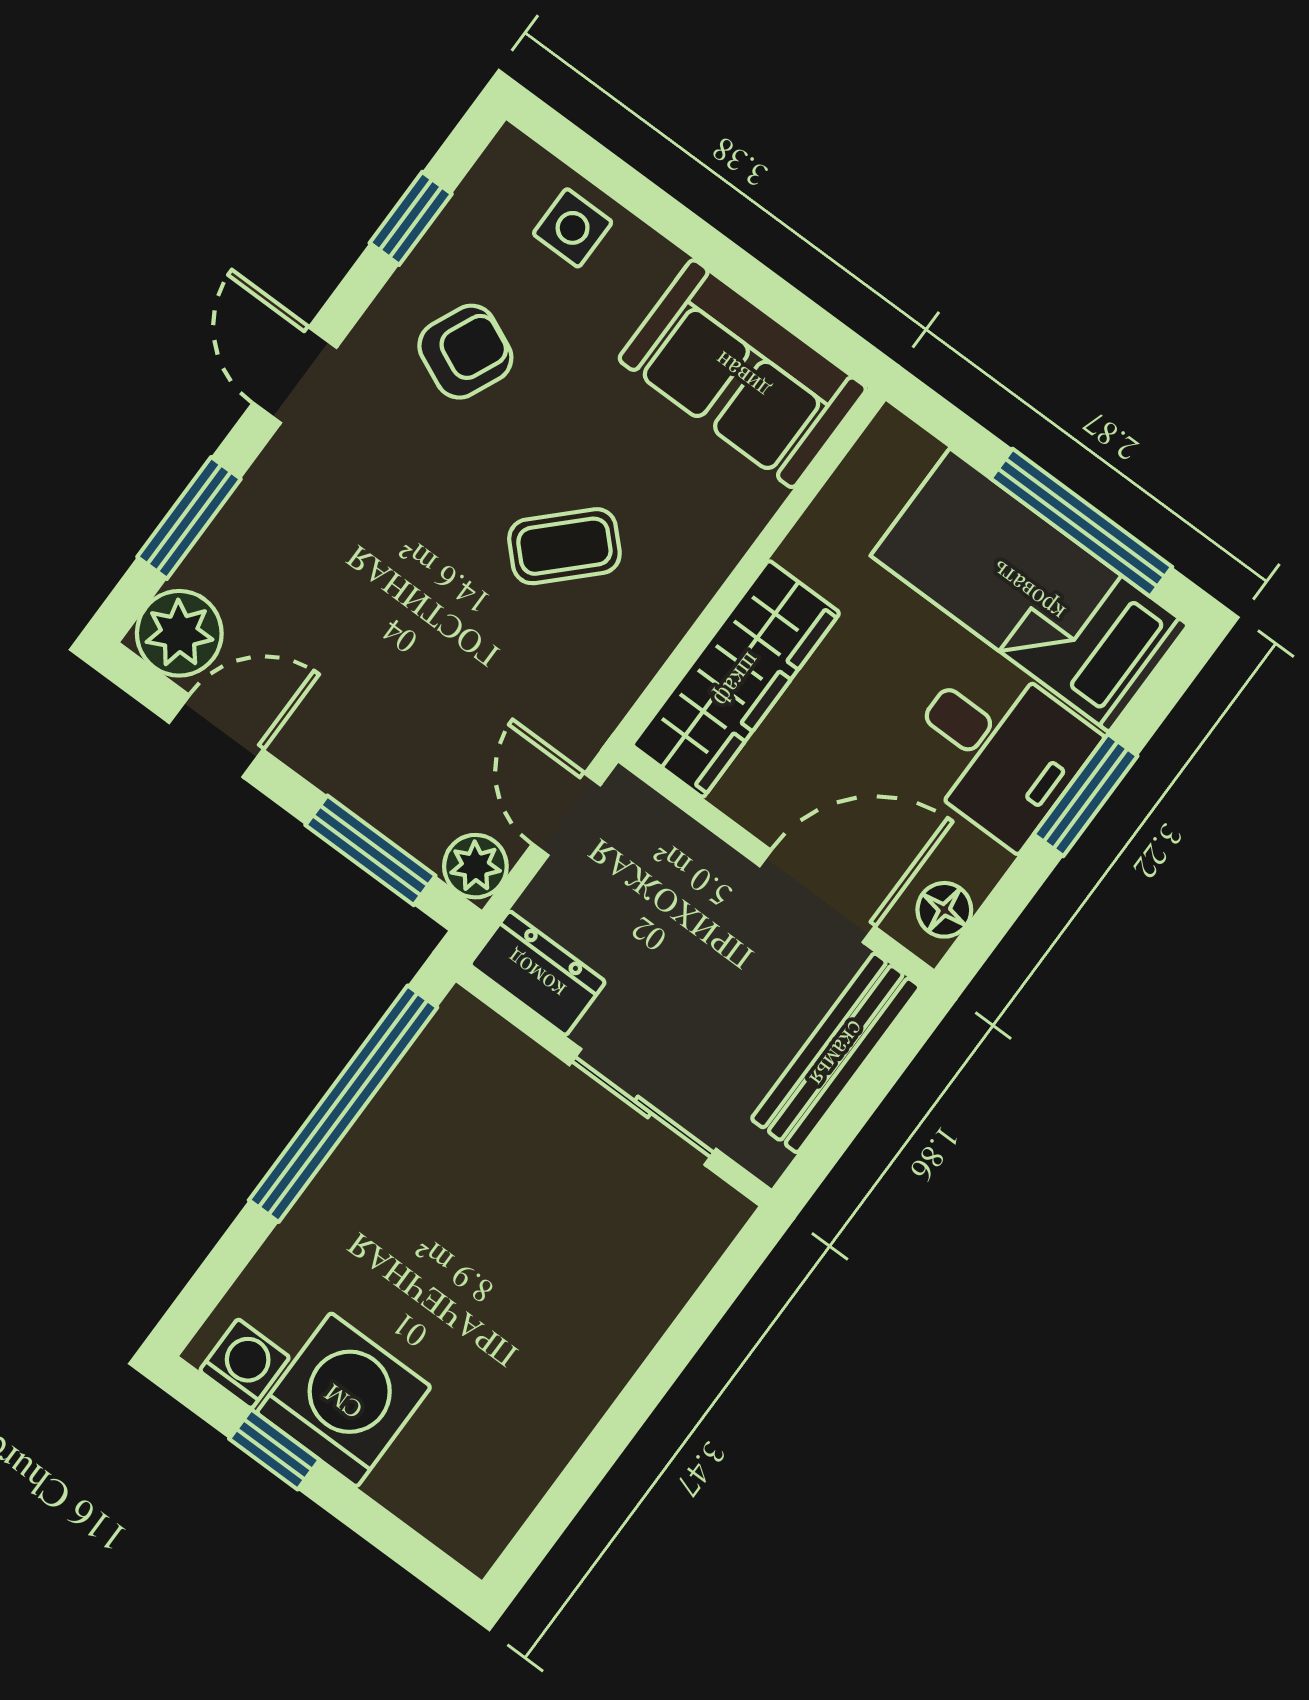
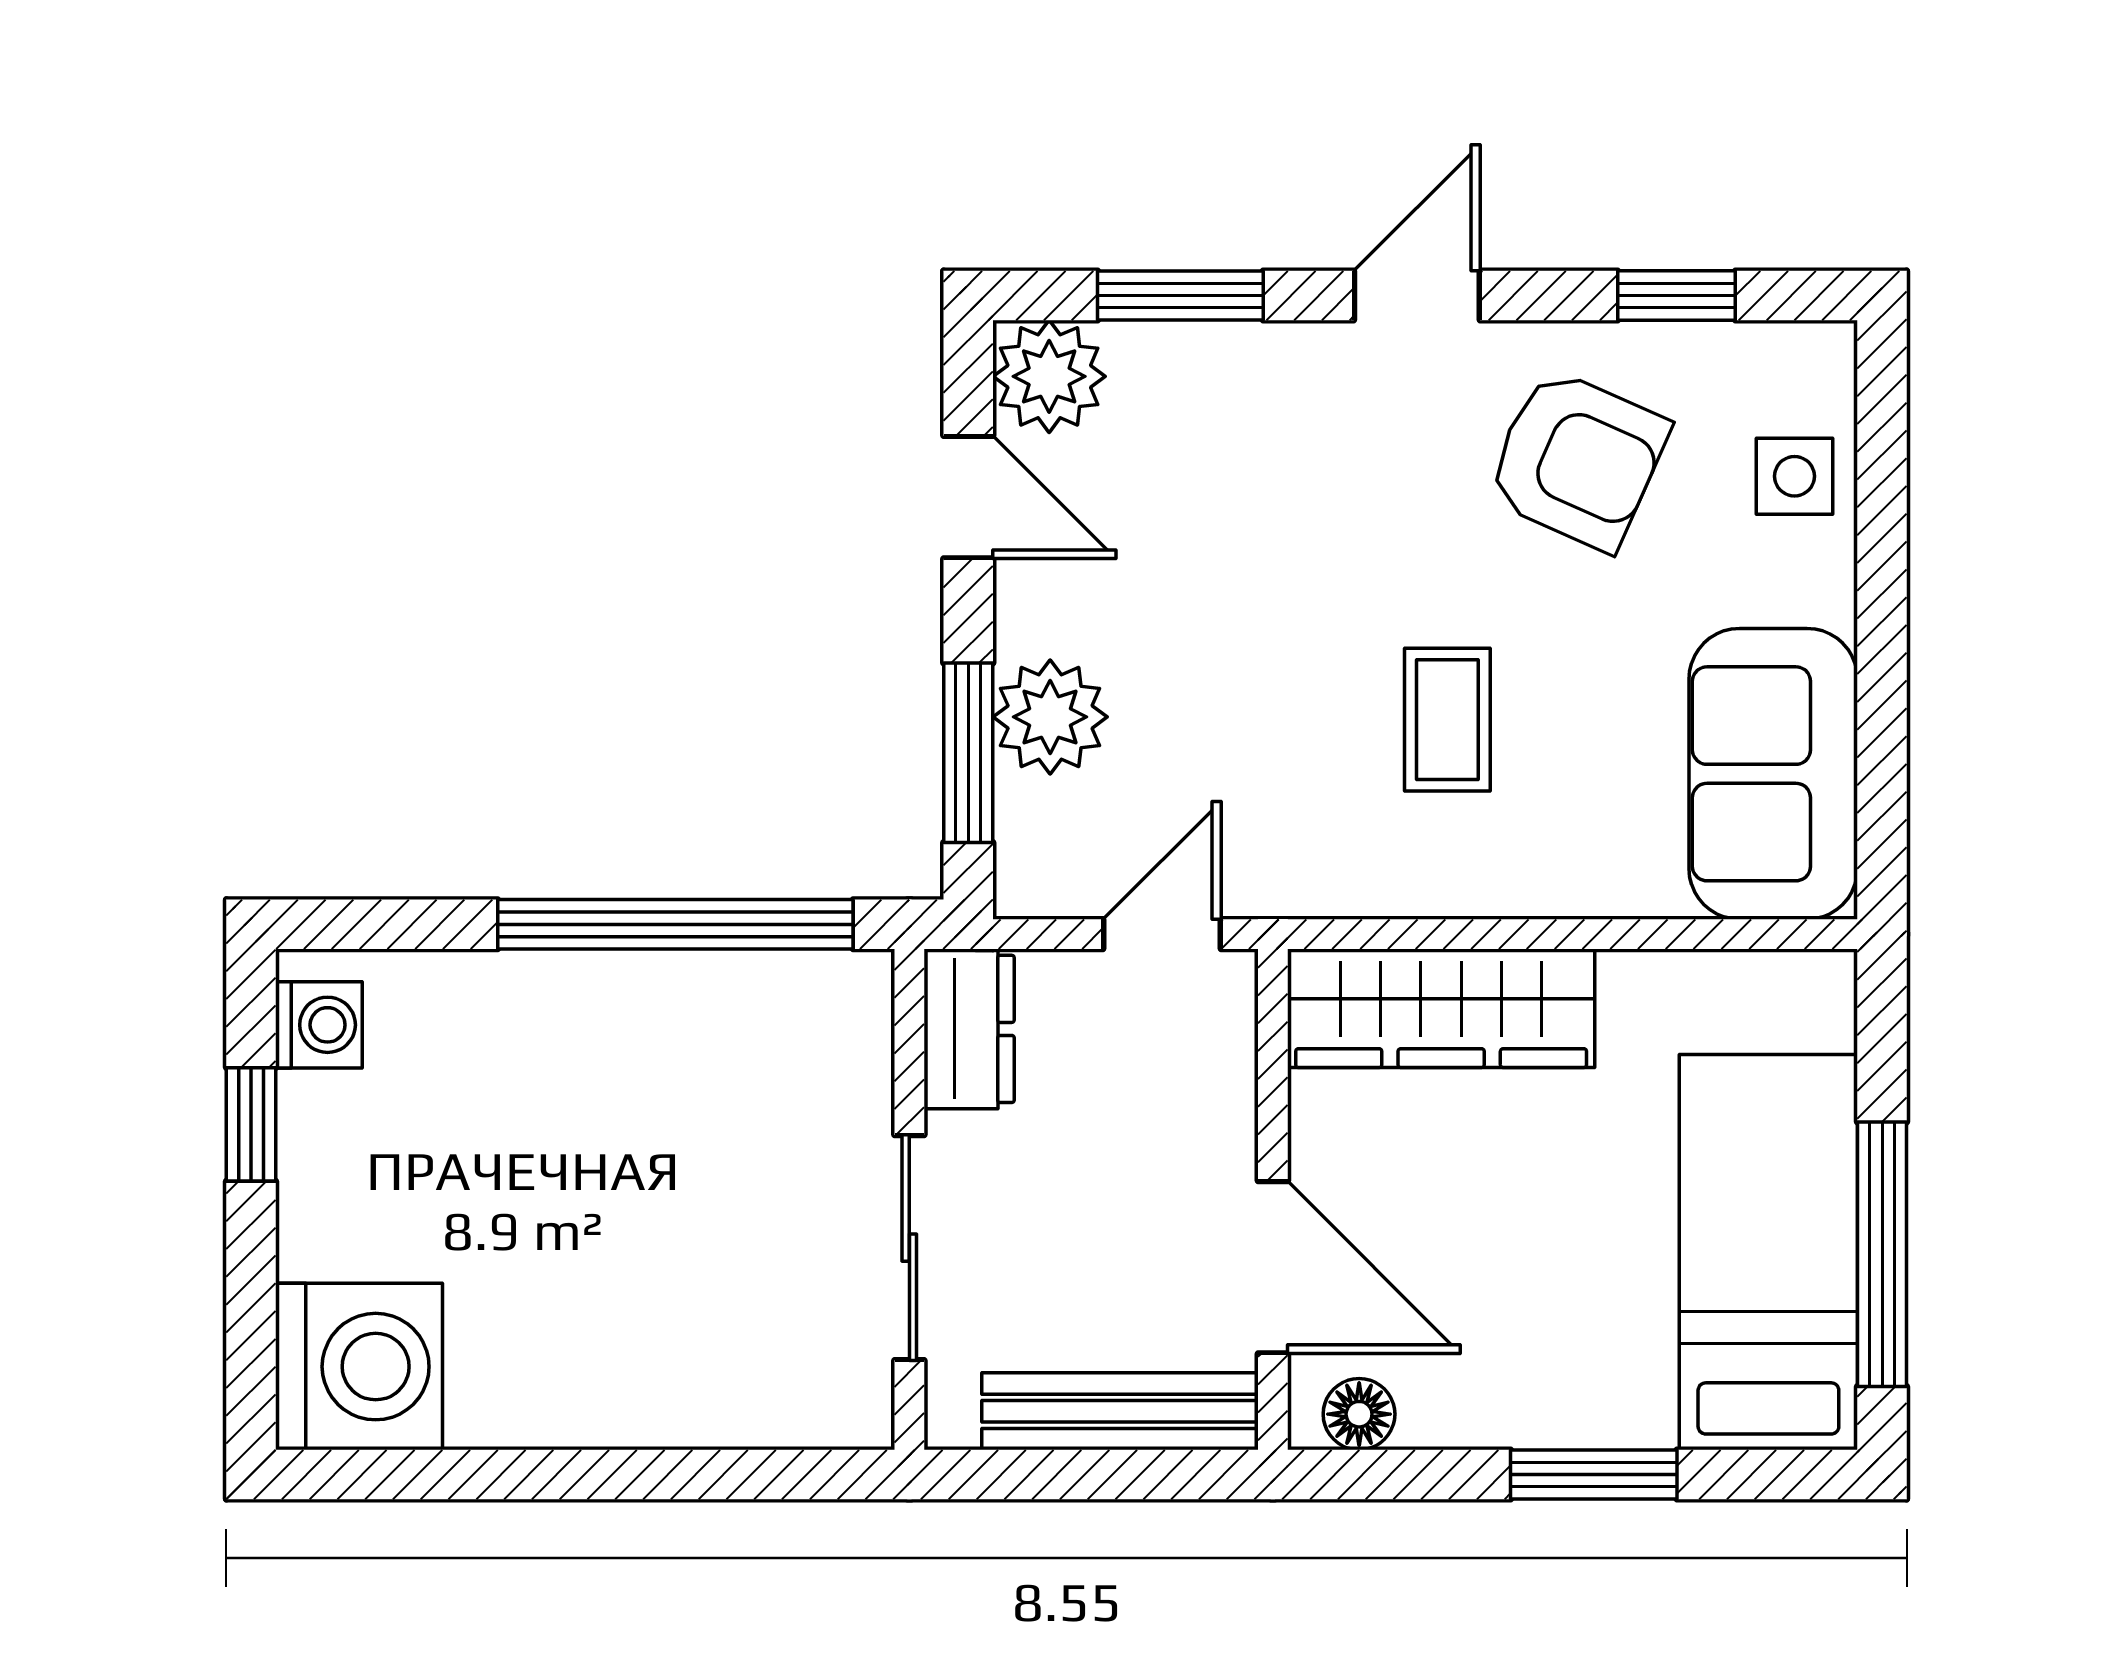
armchair: (465, 352) -> (1577, 460), width x1.38, depth x1.38
coffee table: (564, 546) -> (1447, 720), turned 45
desk: (998, 749) -> (1574, 1344), removed
plant: (475, 866) -> (1050, 717), moved, width x1.38, depth x1.38
washing machine: (344, 1400) -> (359, 1367), moved

